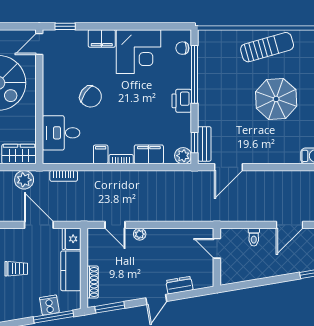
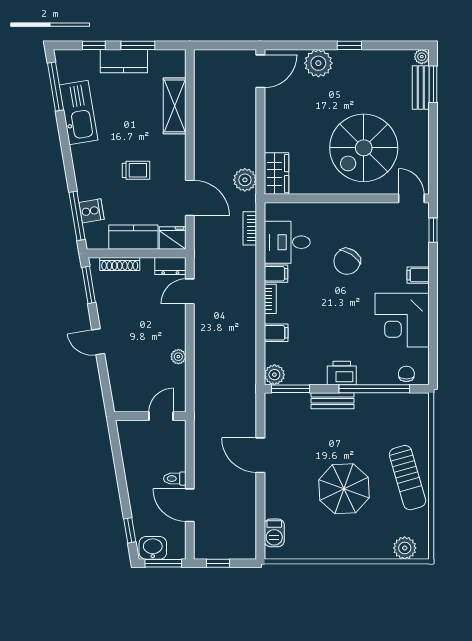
filing cabinet: (102, 38) -> (418, 275), width x0.50
desk: (61, 133) -> (287, 242), moved, turned -90
window: (194, 143) -> (291, 389), width x1.50
bench: (204, 144) -> (333, 401), moved
filing cabinet: (149, 154) -> (276, 333), width x0.50
door: (228, 167) -> (260, 455), moved
door: (39, 225) -> (190, 198), hinge flipped
plant: (140, 234) -> (178, 357), moved
toilet: (254, 237) -> (175, 479), moved
trolley: (16, 269) -> (136, 170), turned -90
dresser: (179, 285) -> (170, 266), moved, turned 100

